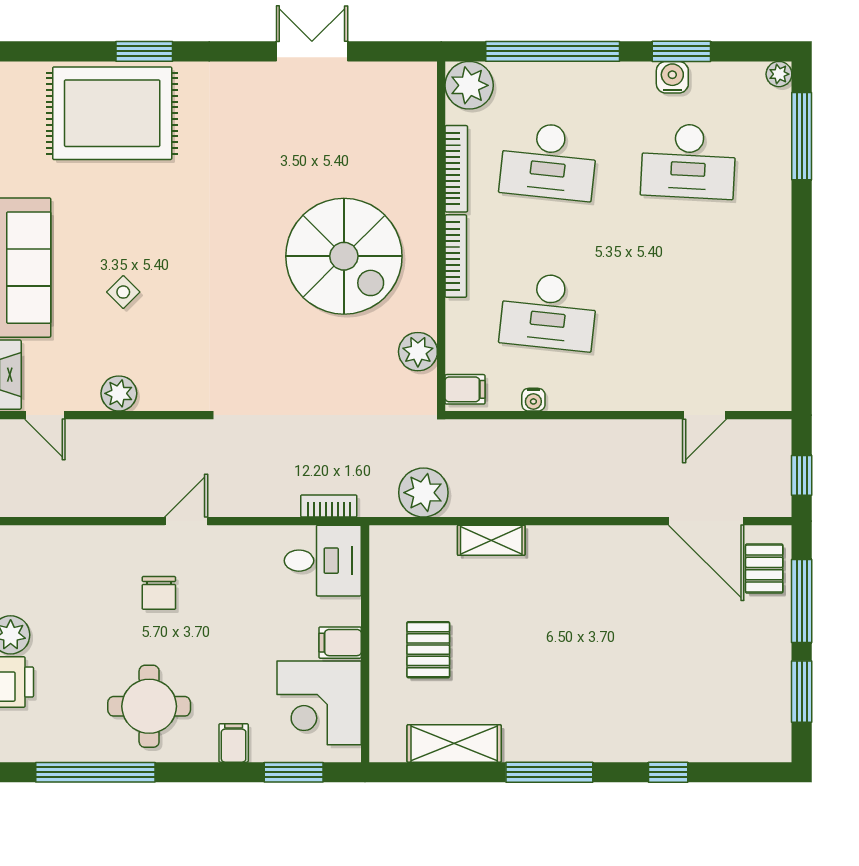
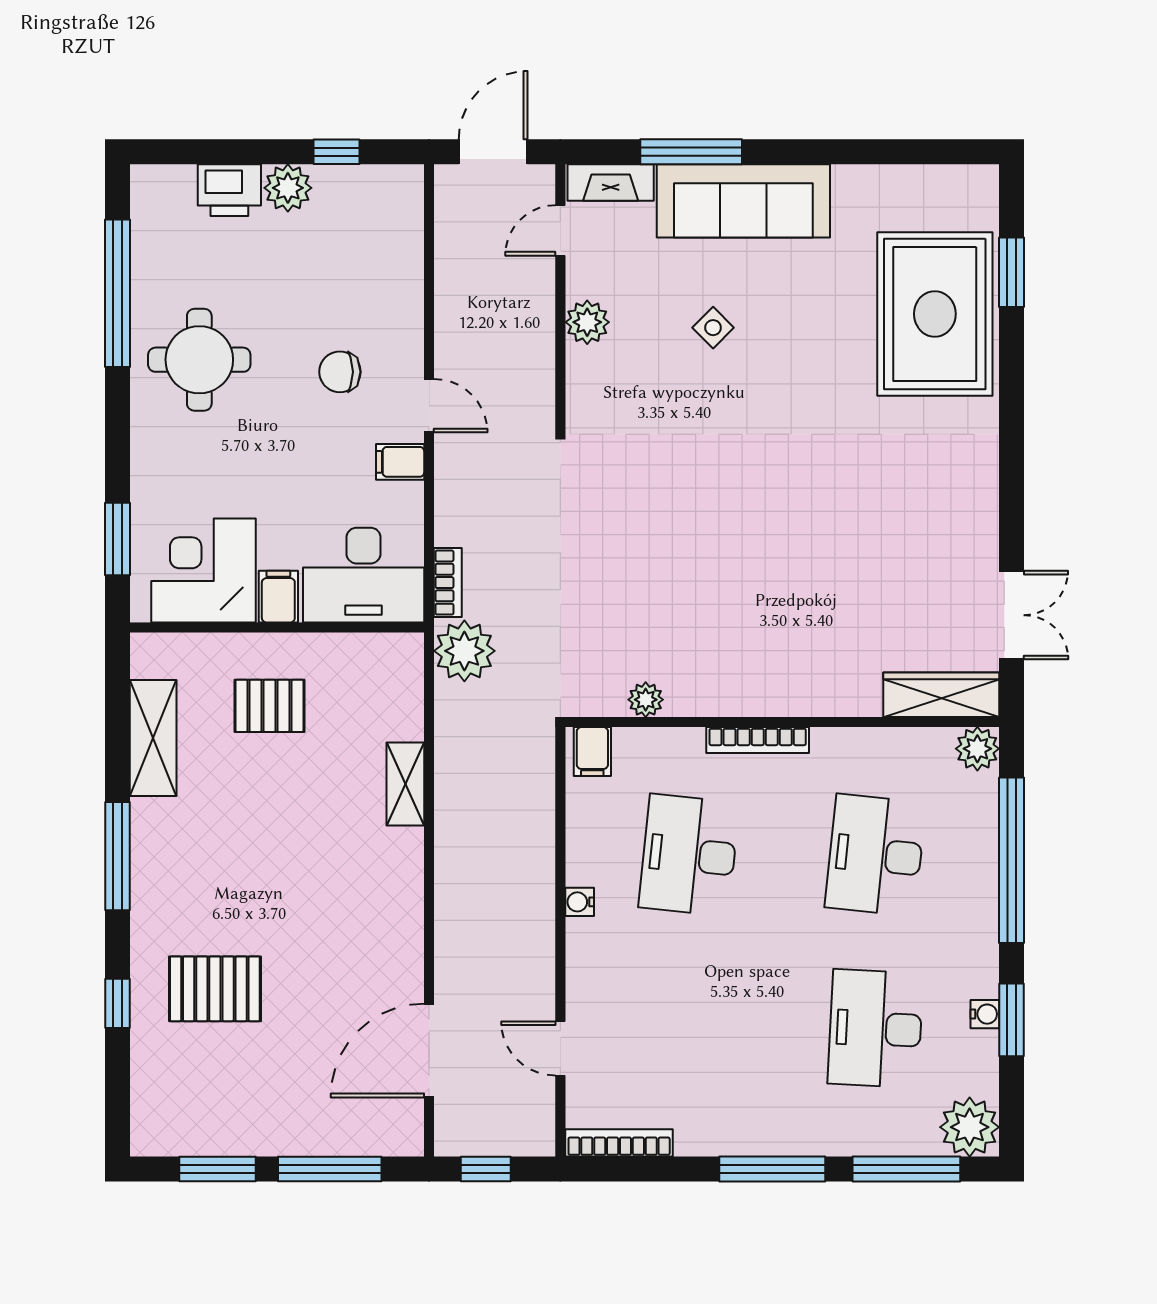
window: (144, 51) -> (1011, 272), moved
double door: (312, 51) -> (1011, 615), moved
plant: (779, 74) -> (970, 1127), width x1.87, depth x1.87
water cooler: (672, 77) -> (985, 1014), width x0.72, depth x0.72
plant: (469, 85) -> (977, 749), width x0.73, depth x0.73
wardrobe: (419, 108) -> (941, 695), added
bookcase: (456, 169) -> (619, 1143), moved, turned 180
window: (802, 244) -> (772, 1169), added
spiral stairs: (344, 256) -> (757, 601), removed
plant: (418, 352) -> (646, 700), width x0.73, depth x0.73
water cooler: (533, 400) -> (580, 902), moved
plant: (423, 493) -> (464, 651), moved
desk: (323, 561) -> (364, 575), width x1.37
pallet: (764, 569) -> (215, 989), moved, width x1.50, depth x1.42
filing cabinet: (234, 743) -> (400, 462), moved, turned 180

